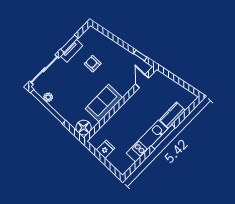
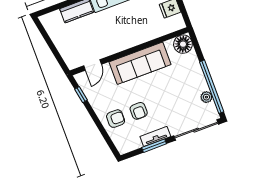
armchair: (107, 50) -> (116, 119), added
sofa: (104, 103) -> (140, 63), width x1.36

